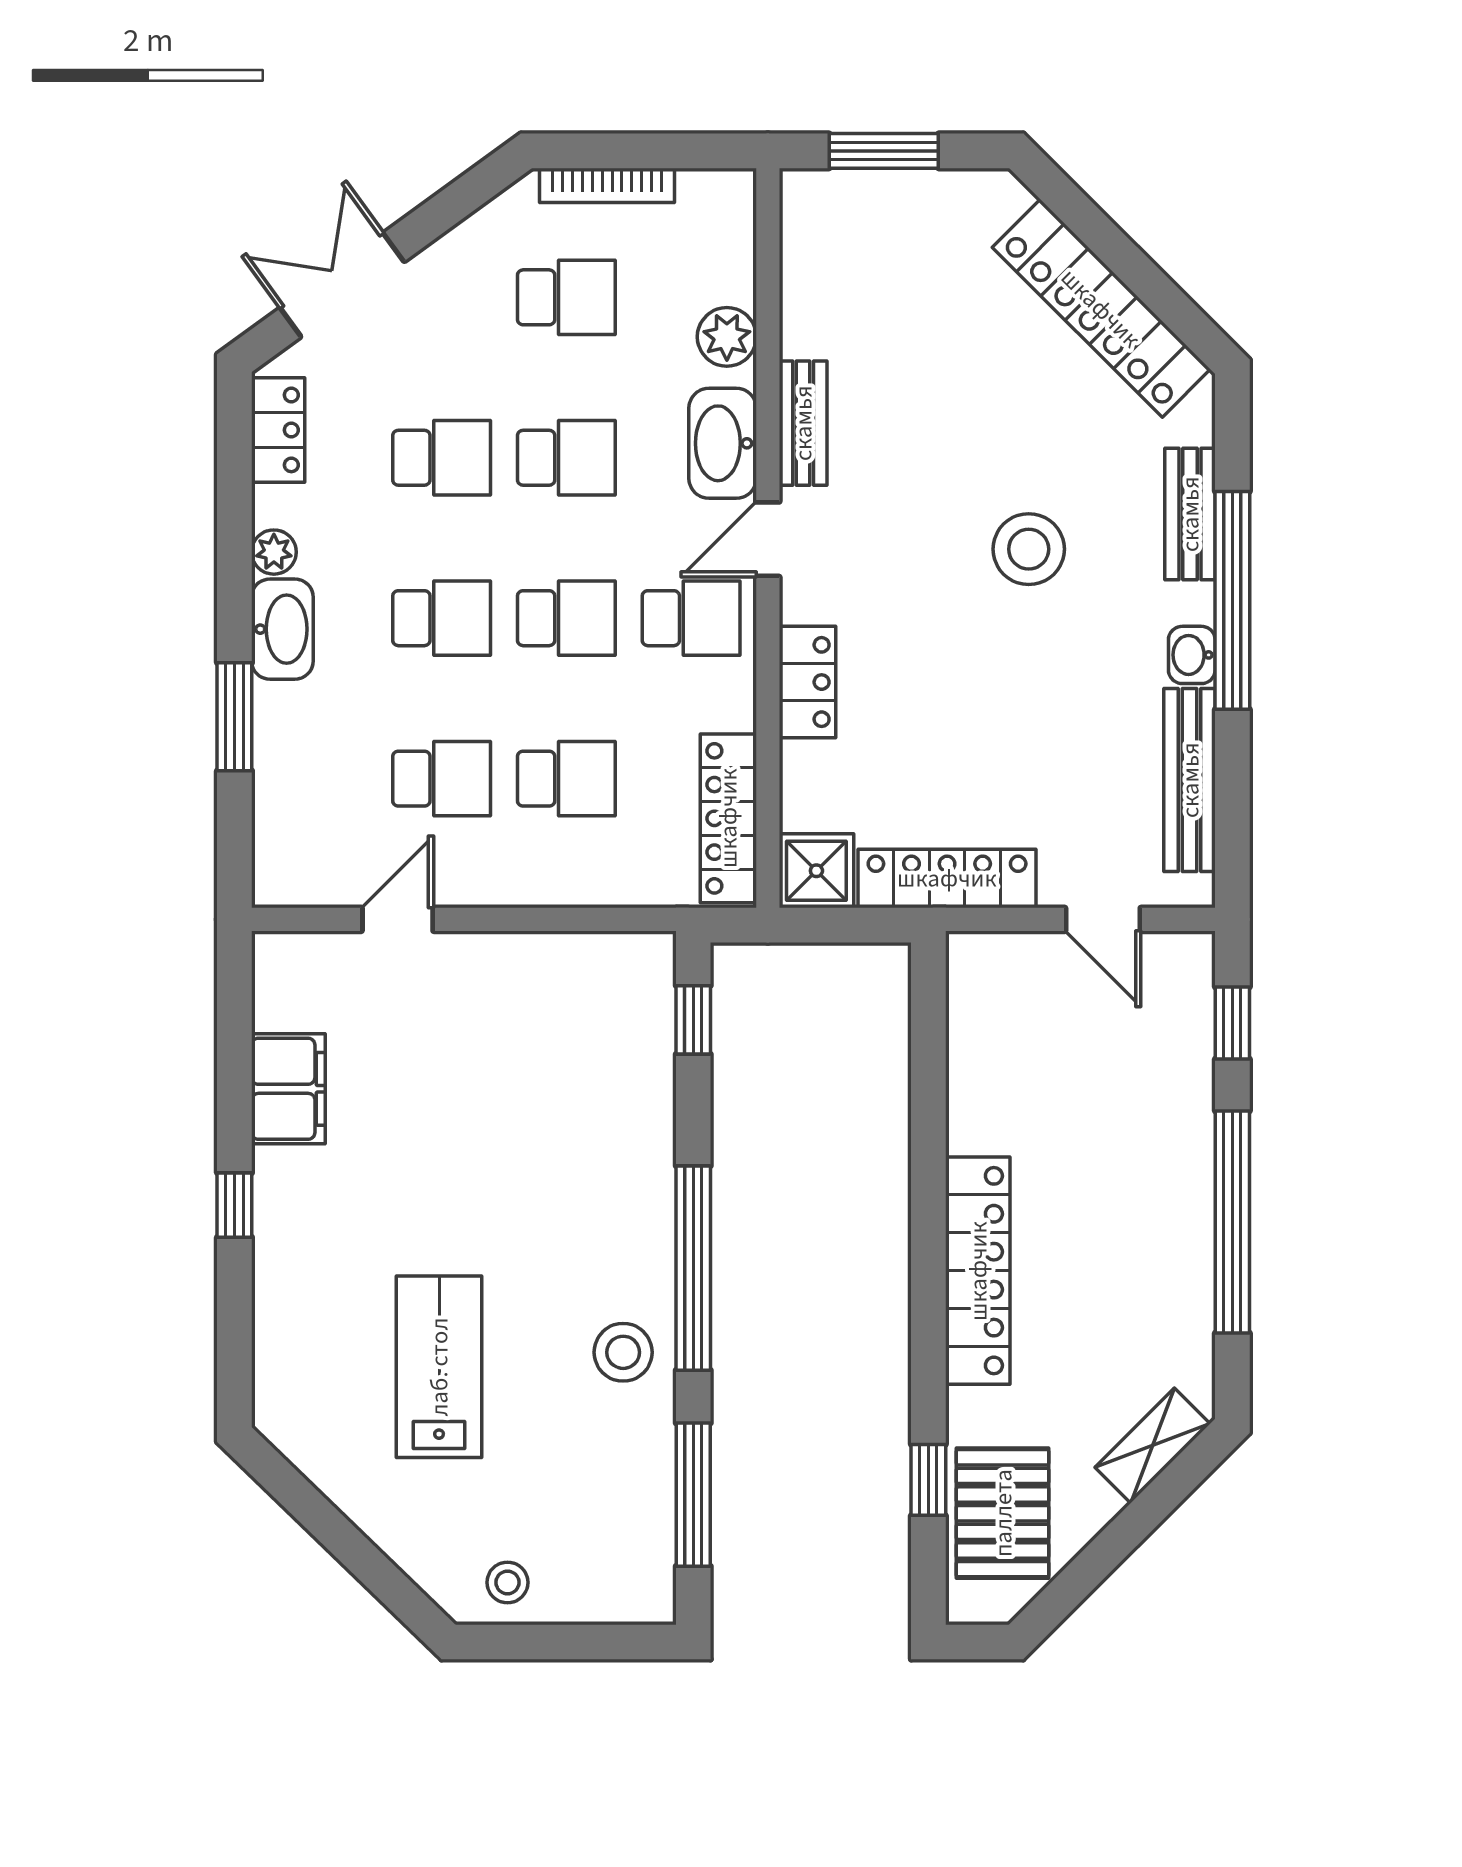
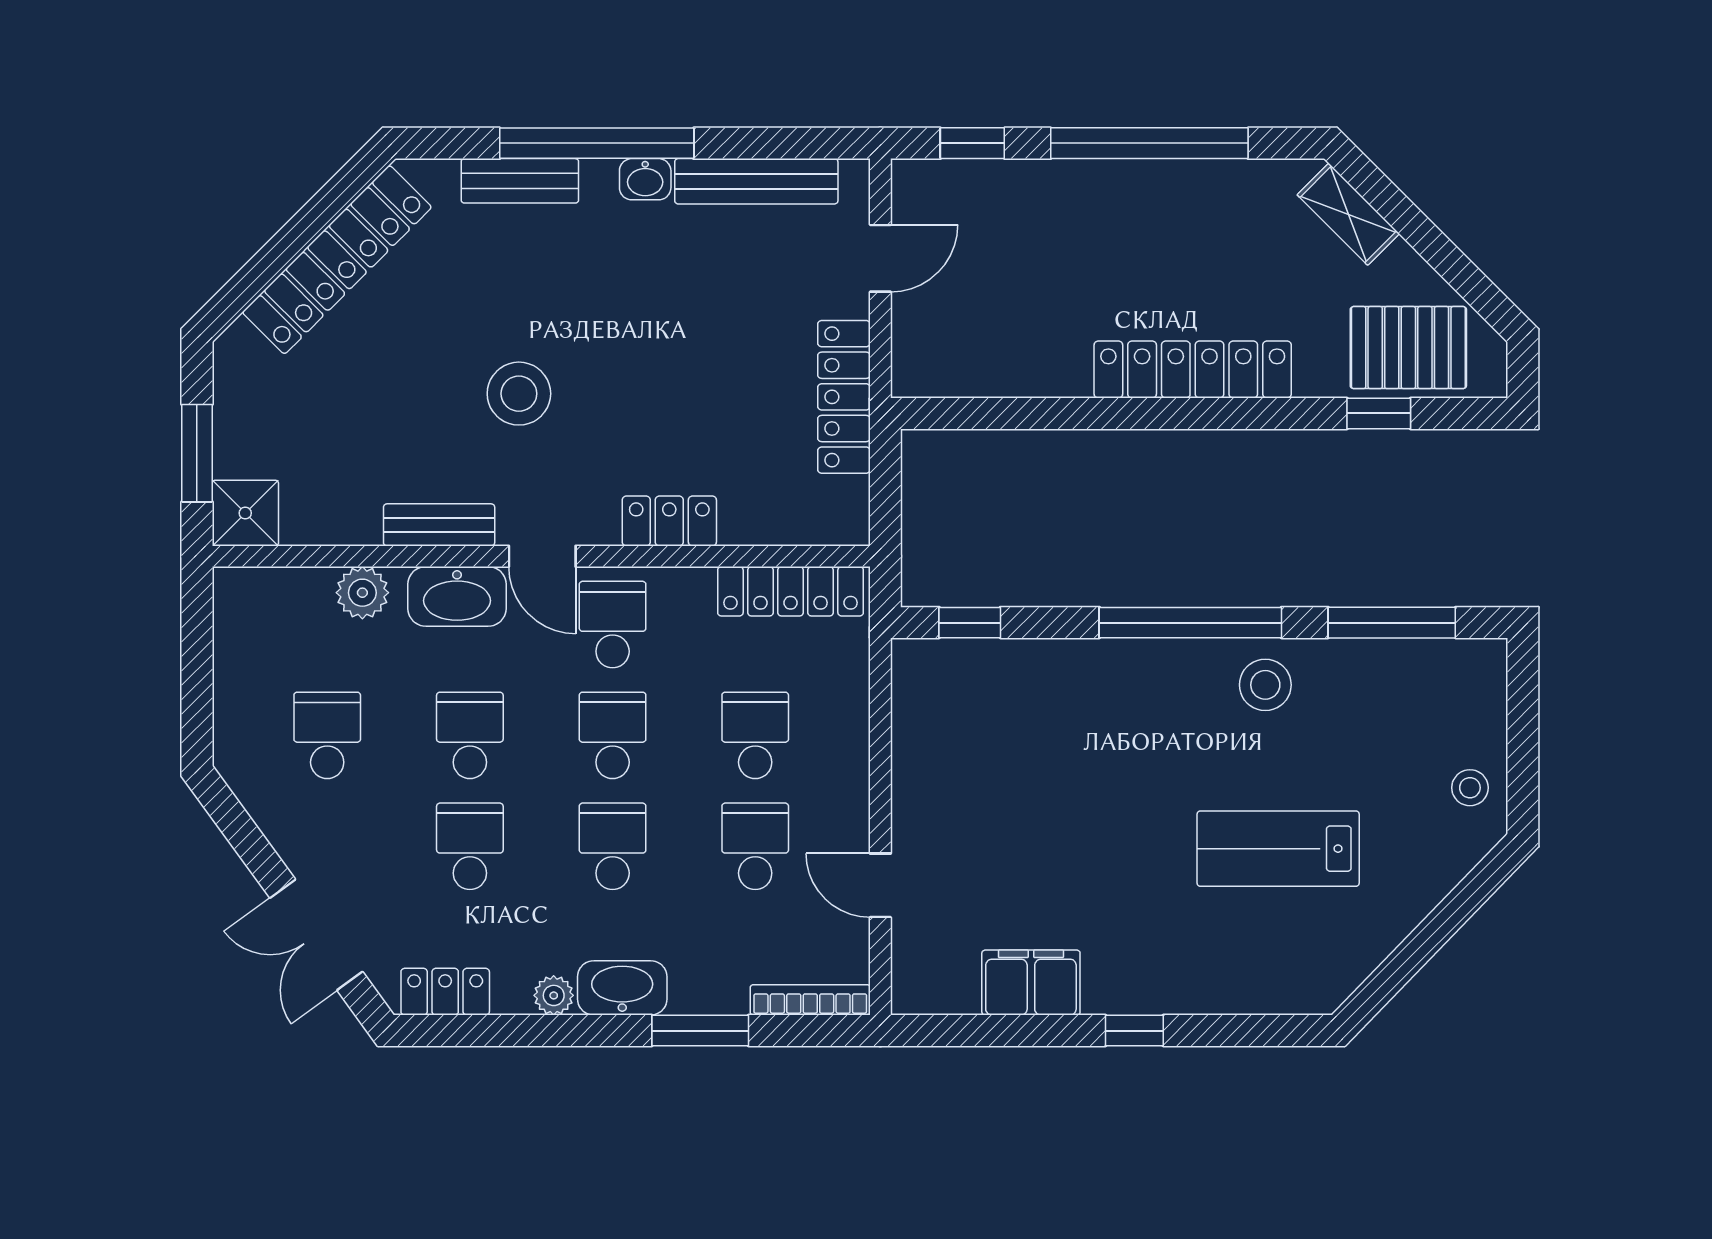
bookcase: (607, 185) -> (810, 1000), moved, turned -90
stool: (1029, 549) -> (519, 394), moved
shower: (816, 871) -> (245, 513), moved

